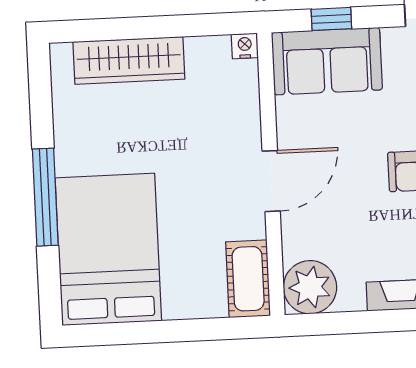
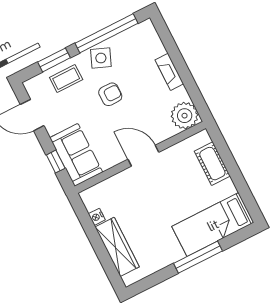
nightstand: (245, 46) -> (97, 217), moved
bed: (108, 249) -> (213, 225), width x0.67
cot: (248, 279) -> (212, 164), moved, turned 90

